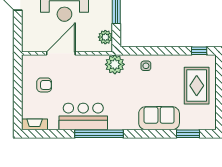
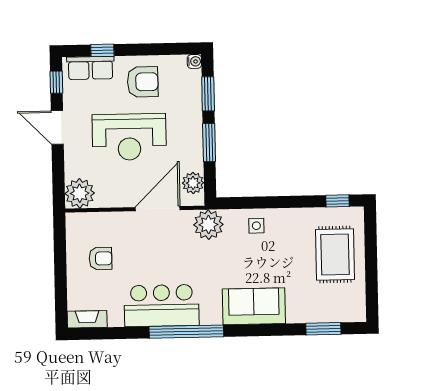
plant: (31, 42) -> (80, 193), added
door: (61, 53) -> (158, 209), moved
sofa: (159, 118) -> (254, 306), moved

